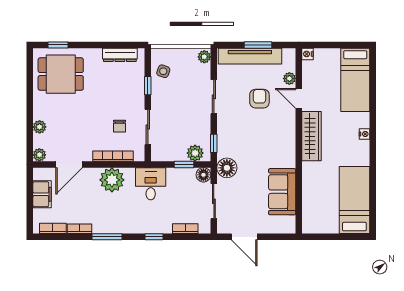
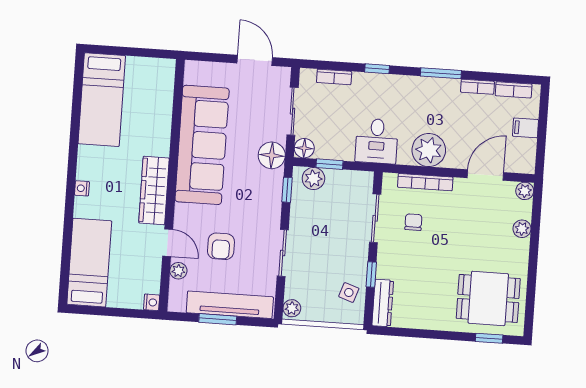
dresser: (120, 55) -> (383, 303), moved, turned 90
sofa: (282, 192) -> (202, 145), width x1.85, depth x1.27
filing cabinet: (42, 194) -> (526, 128), width x0.50

